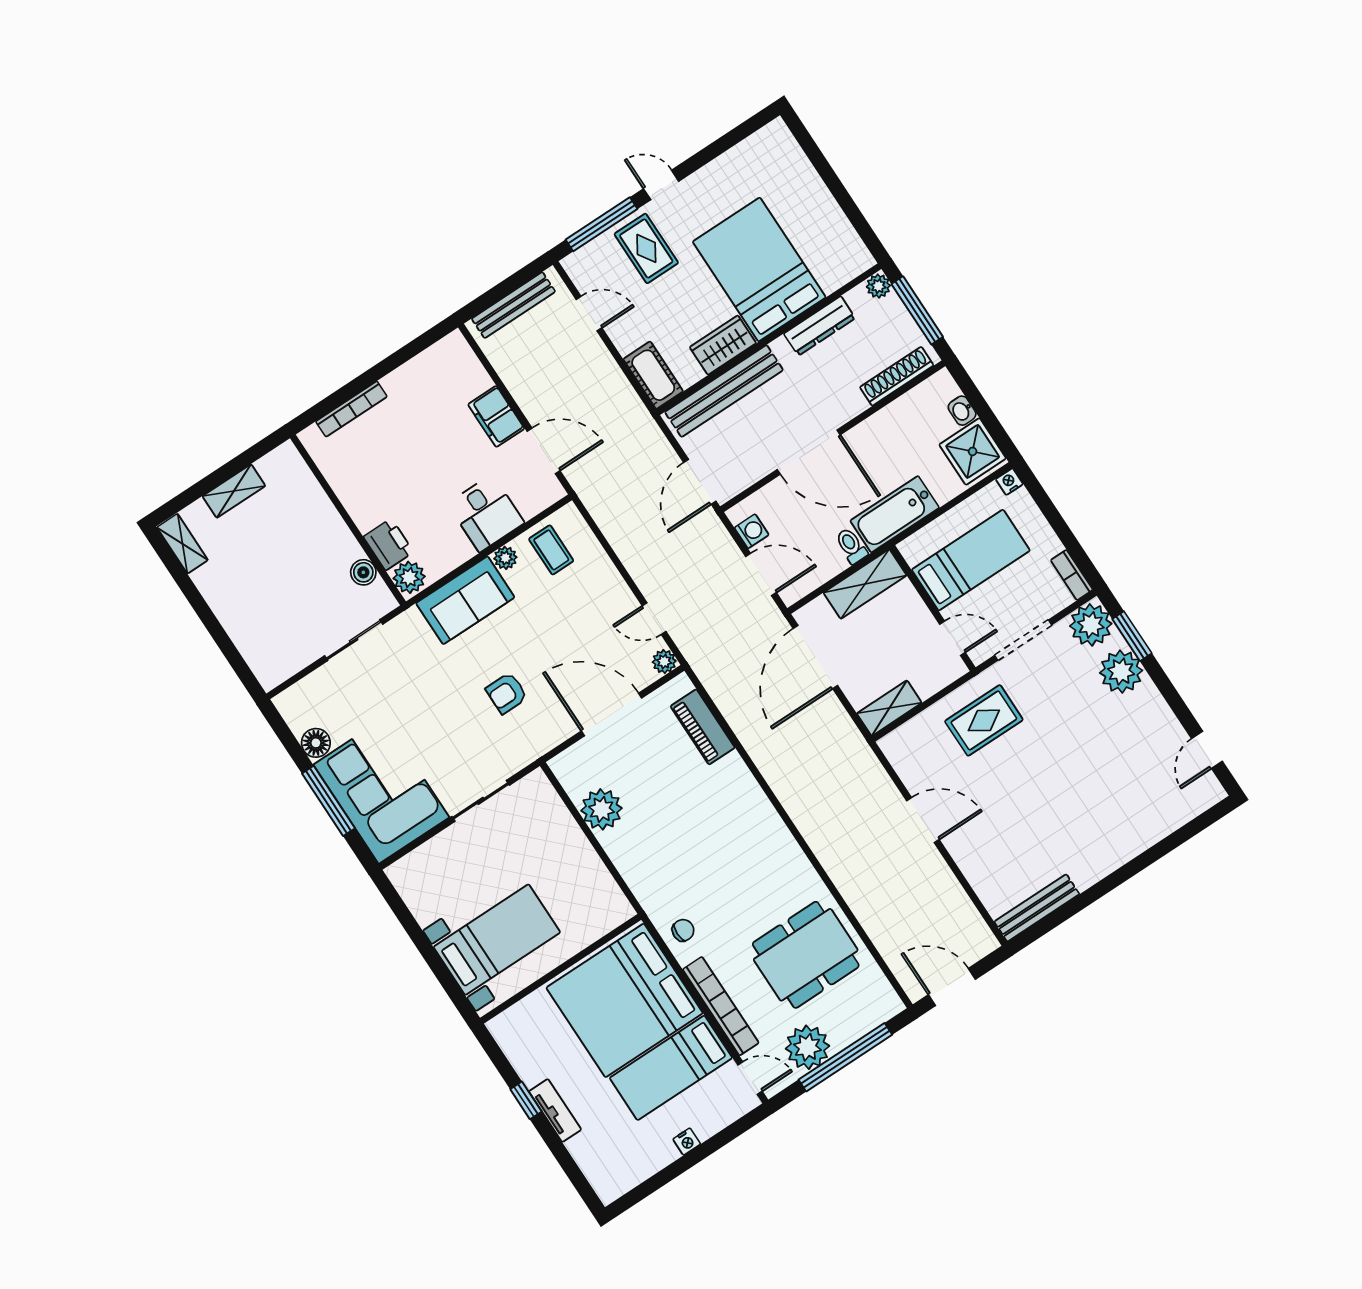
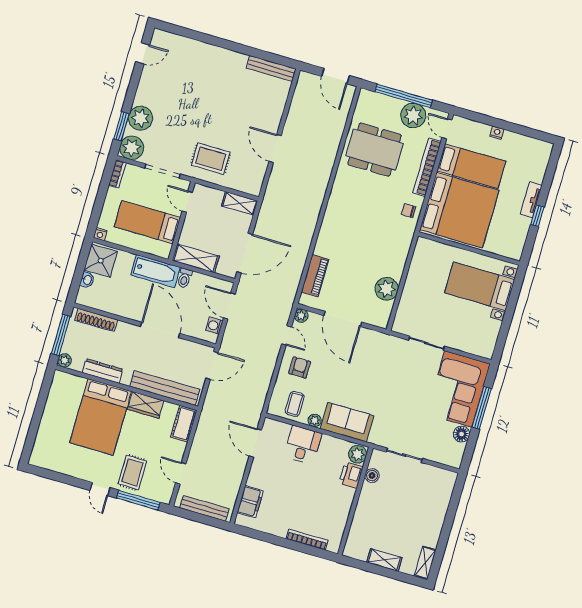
filing cabinet: (496, 416) -> (250, 502), moved
armchair: (507, 693) -> (300, 367), moved, turned -90

